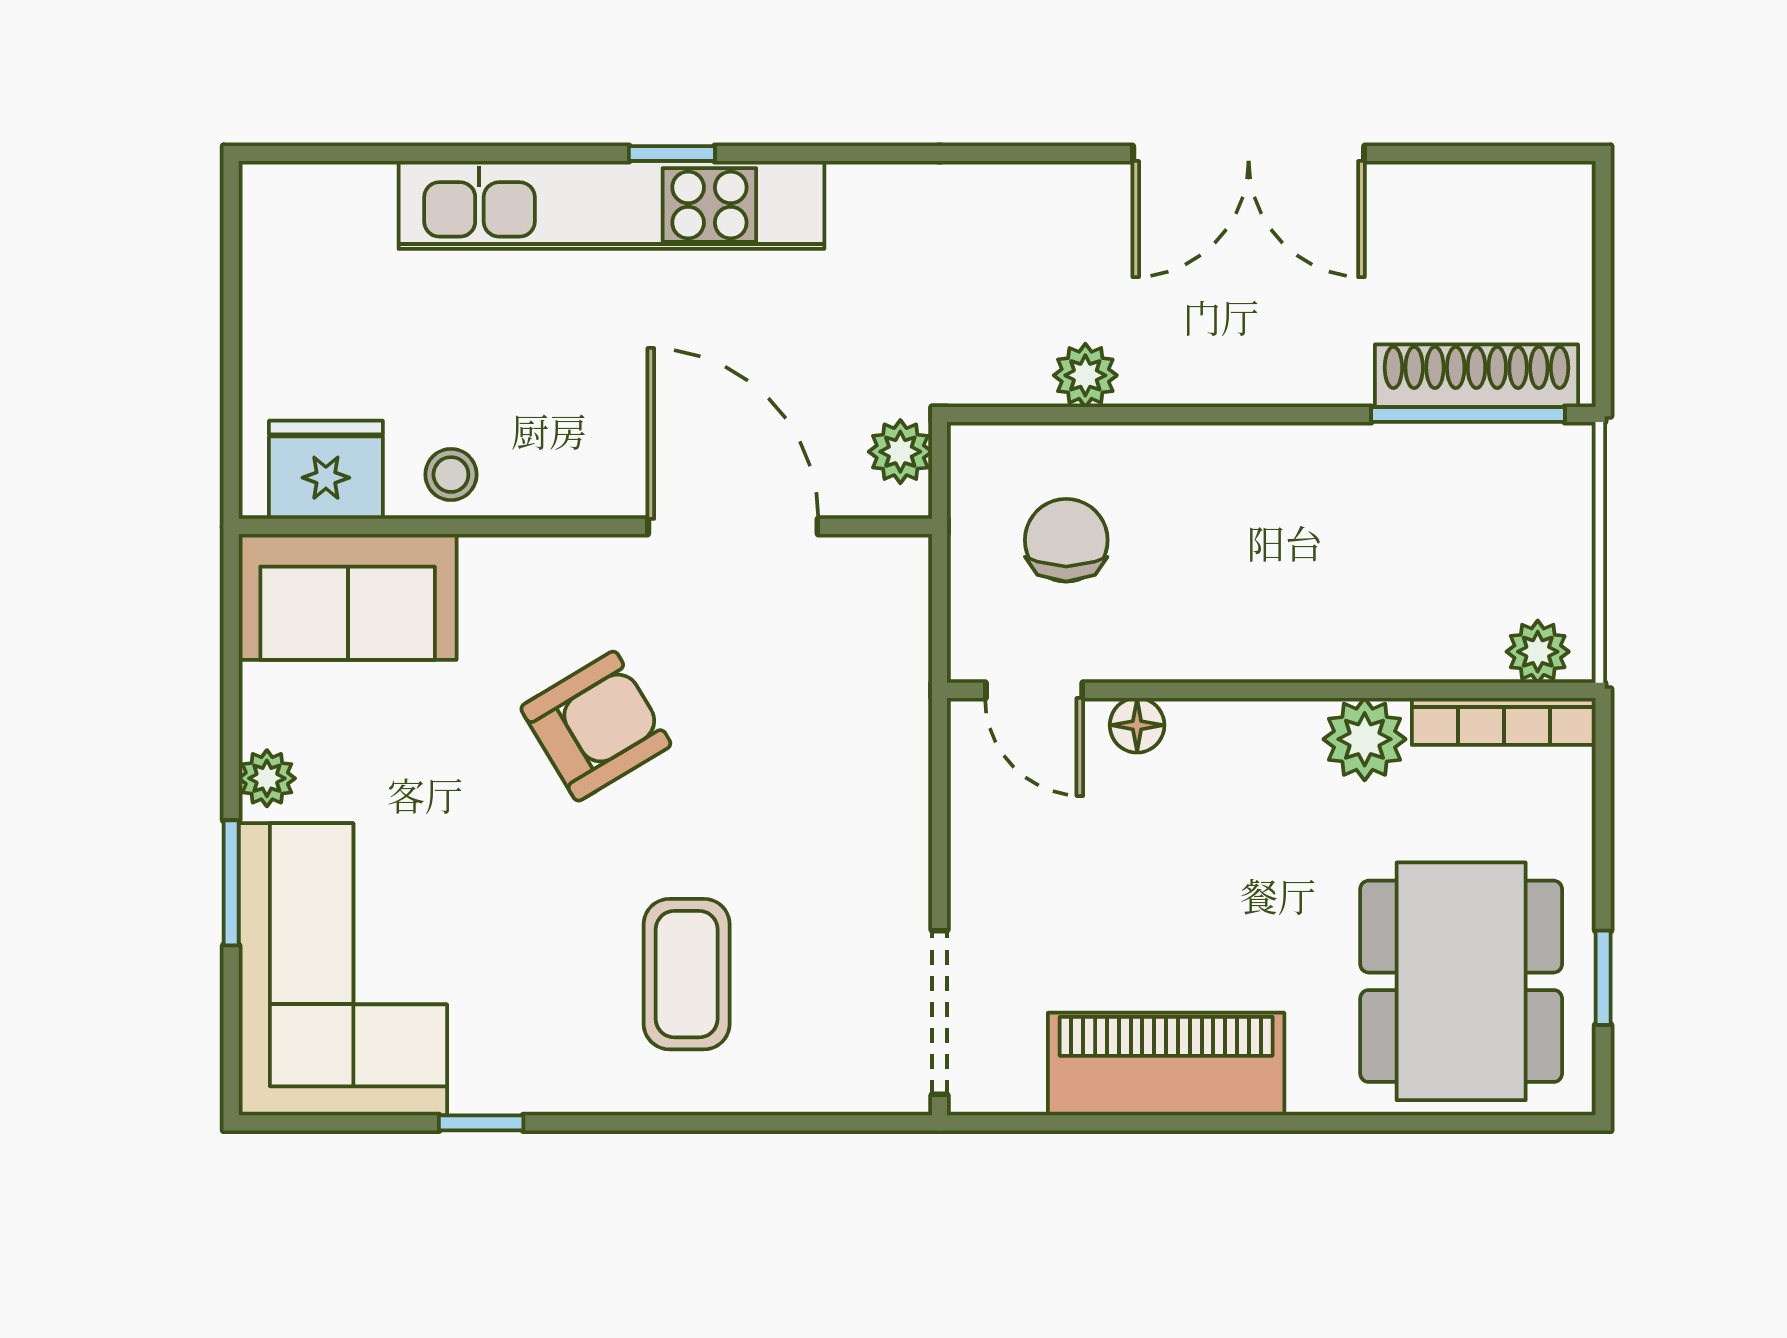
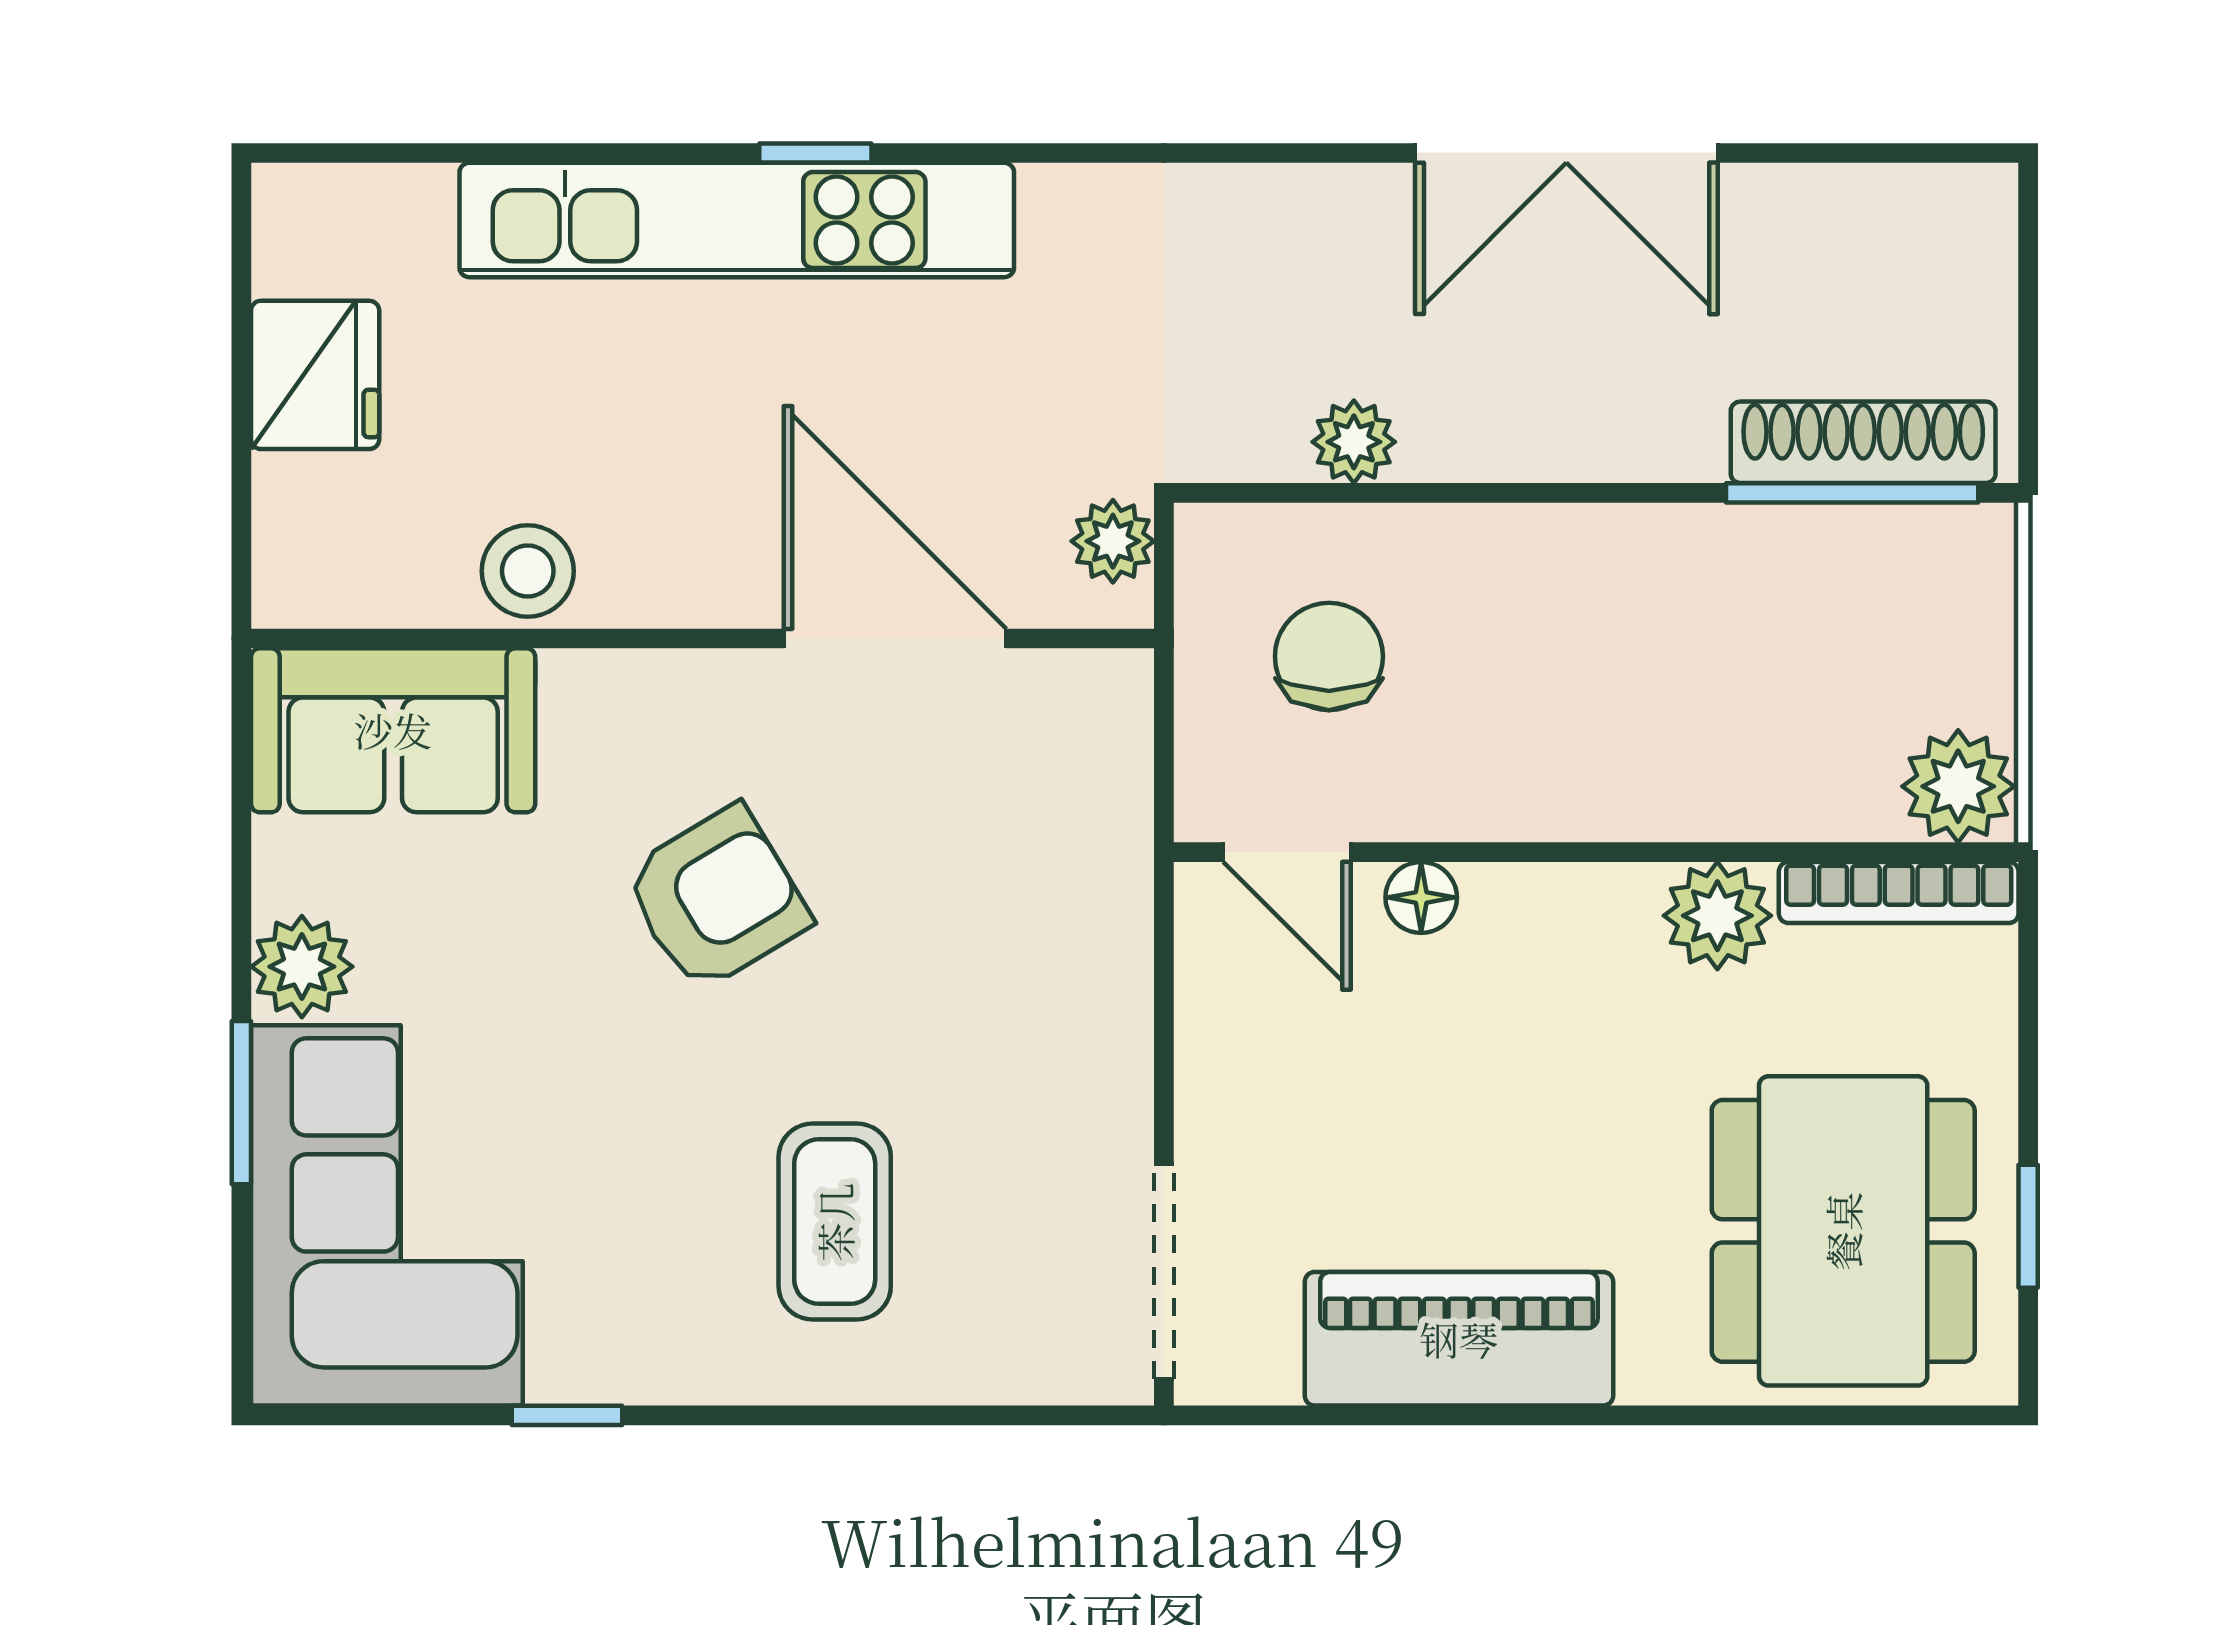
fridge: (326, 470) -> (315, 375), moved, turned 90
stool: (451, 475) -> (528, 571), width x1.37, depth x1.37
plant: (1538, 652) -> (1958, 786), width x1.38, depth x1.38
plant: (267, 778) -> (302, 967), width x1.38, depth x1.38

